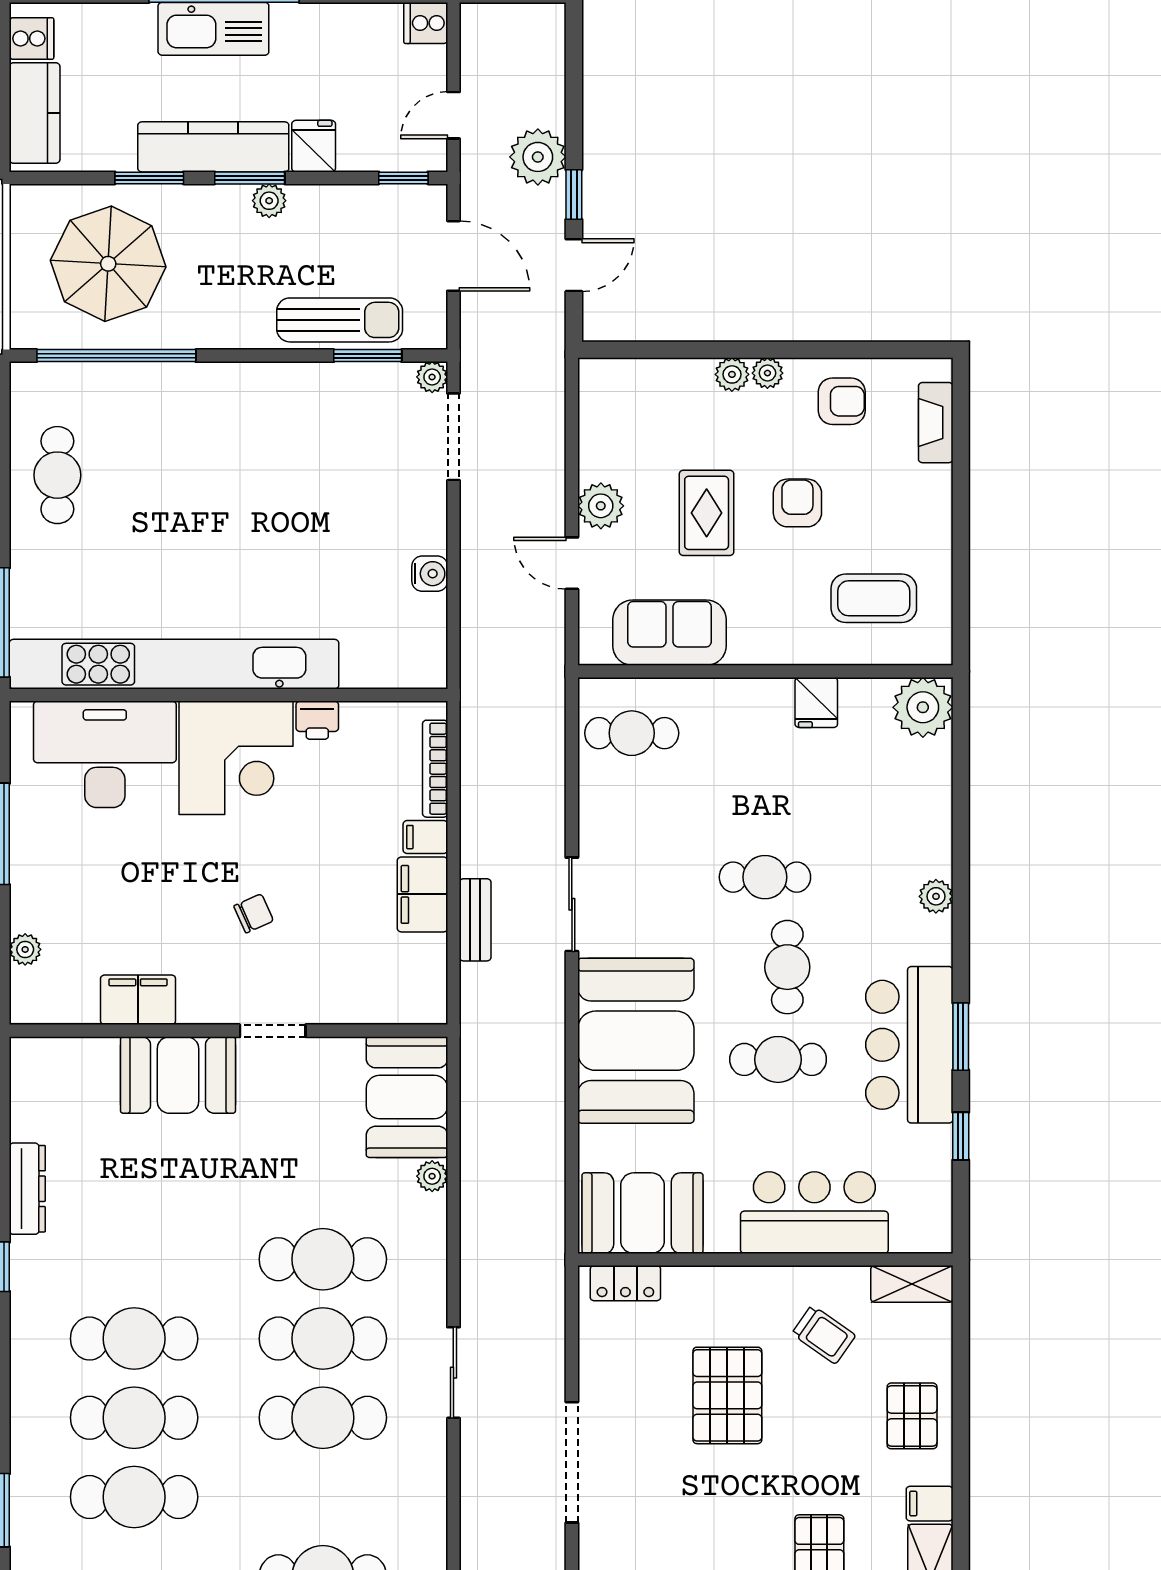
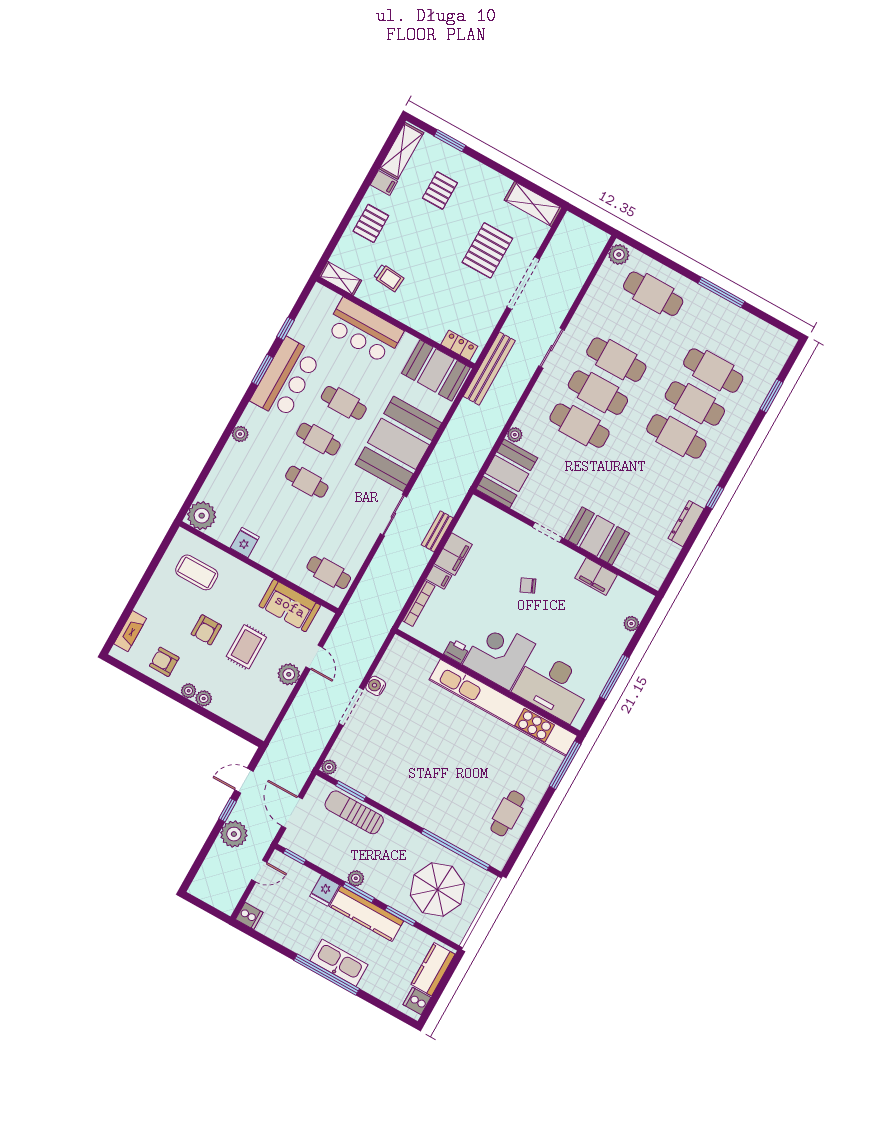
doorway: (453, 437) -> (351, 707), moved
cafe table: (787, 967) -> (318, 439), turned 90
bench: (547, 1271) -> (489, 369), added
trolley: (824, 1335) -> (389, 278), turned 150
pallet: (727, 1395) -> (487, 250), moved

